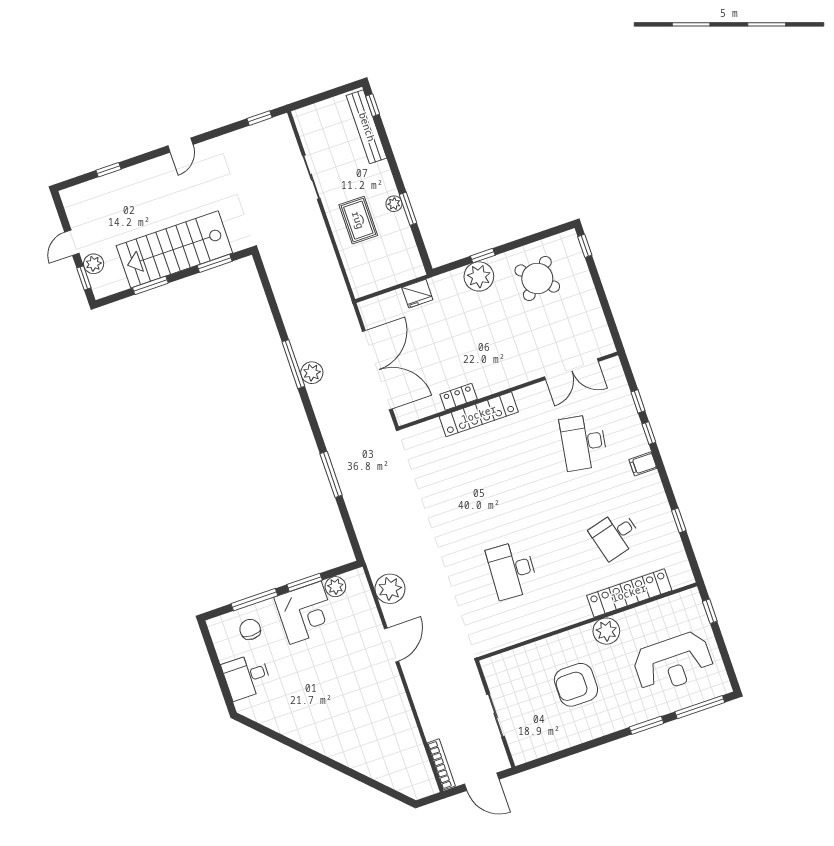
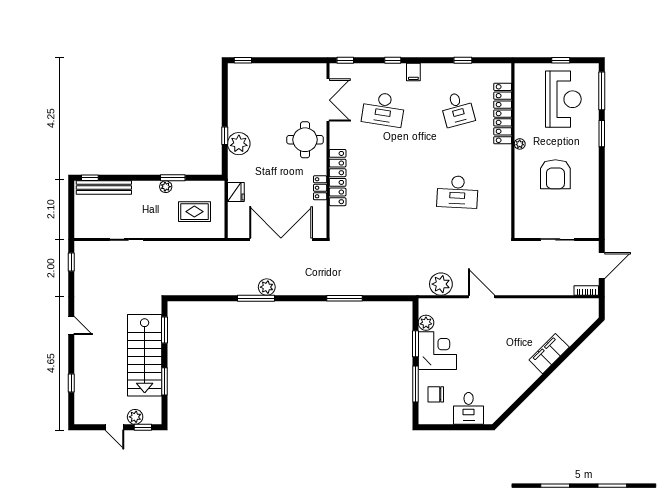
rug: (358, 220) -> (194, 212), moved
round table: (537, 279) -> (305, 140), moved, turned 45
window: (638, 401) -> (345, 60), moved
window: (710, 611) -> (561, 60), moved
plant: (606, 631) -> (520, 144), width x0.53, depth x0.53
filing cabinet: (349, 753) -> (549, 354), added
bookcase: (441, 764) -> (586, 291), width x0.64

